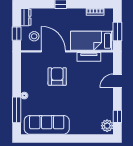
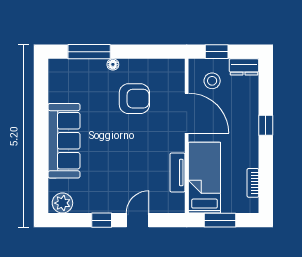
door: (53, 51) -> (187, 113), hinge flipped
armchair: (57, 77) -> (134, 99), moved
door: (117, 81) -> (138, 220), hinge flipped
window: (117, 116) -> (102, 220), moved
sofa: (47, 125) -> (64, 141), moved

